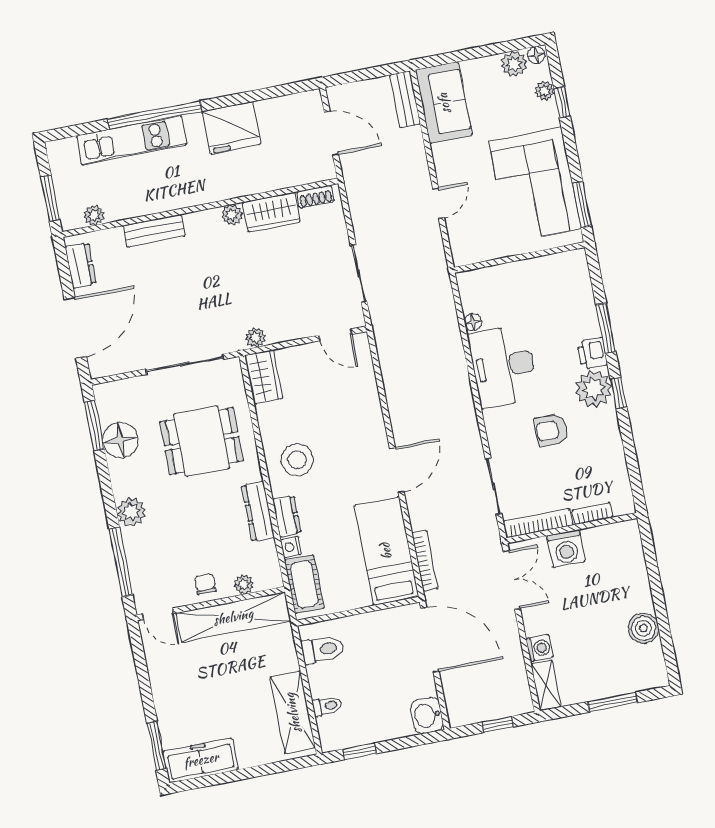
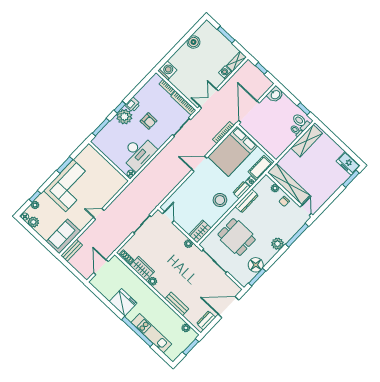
wall: (519, 257) -> (109, 161), moved
printer: (592, 353) -> (133, 105), moved
washing machine: (566, 549) -> (167, 70), moved
bed: (386, 551) -> (233, 151), width x1.50
toilet: (323, 649) -> (301, 122), moved
freezer: (201, 760) -> (348, 163), width x0.71

